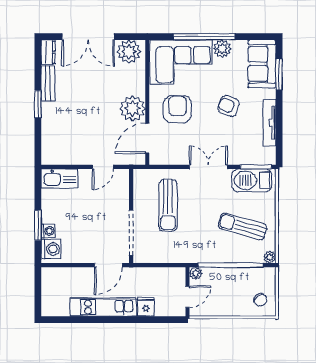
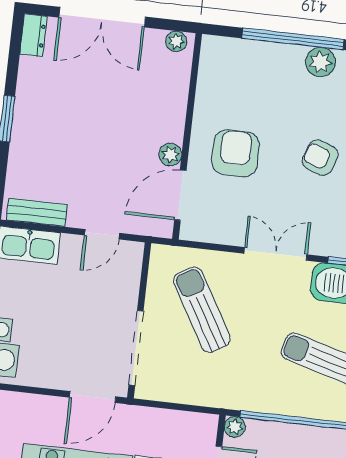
plant: (129, 52) -> (176, 41), width x0.53, depth x0.53
corner sofa: (181, 62) -> (250, 76), removed
bench: (48, 84) -> (37, 212), moved, turned 90
plant: (132, 108) -> (170, 155), width x0.53, depth x0.53
sun lounger: (168, 205) -> (202, 310), turned 150

